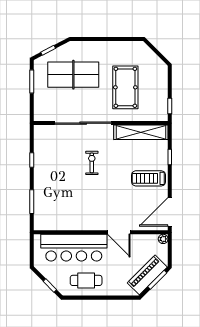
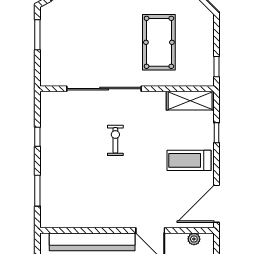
table tennis table: (73, 75) -> (91, 26), removed
shelving: (141, 132) -> (190, 101), width x0.68
plant: (163, 239) -> (194, 239), moved

